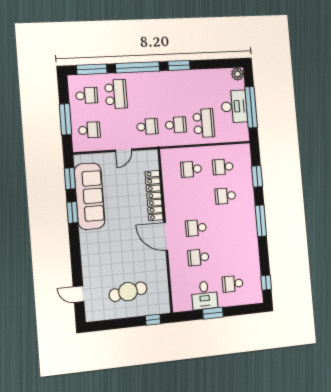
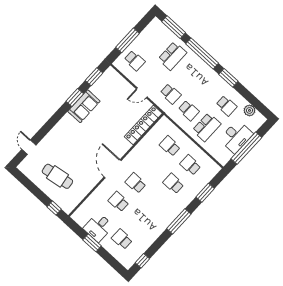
plant: (238, 74) -> (250, 110), moved
school desk: (87, 96) -> (226, 106), moved
sofa: (90, 196) -> (84, 106), width x0.54, depth x0.79
locker: (154, 196) -> (143, 125), moved

